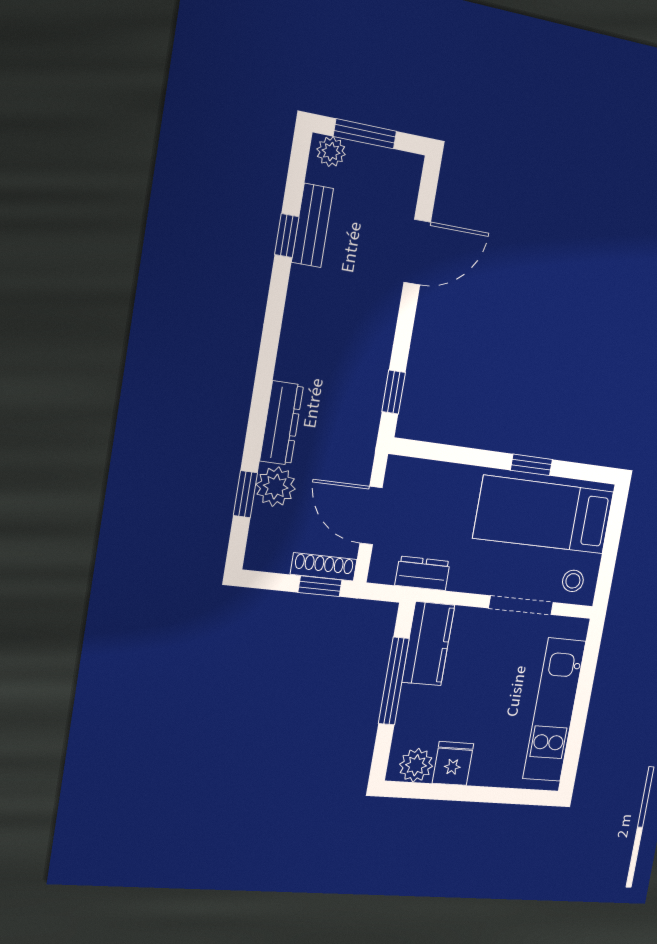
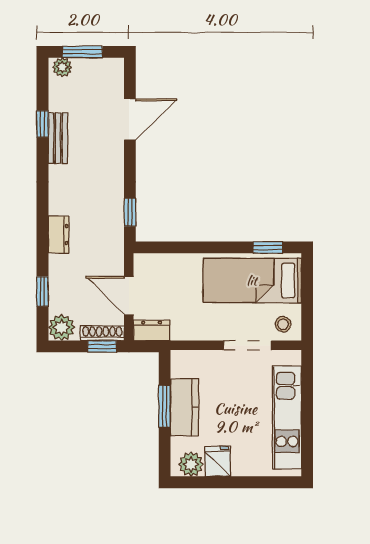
bench: (312, 225) -> (58, 138), moved
dresser: (282, 423) -> (59, 235), width x0.70
window: (531, 465) -> (268, 247), moved
plant: (276, 487) -> (61, 327), moved
dresser: (423, 573) -> (152, 330), moved
kitchen counter: (428, 644) -> (184, 407), moved
window: (394, 681) -> (165, 406), width x0.69

